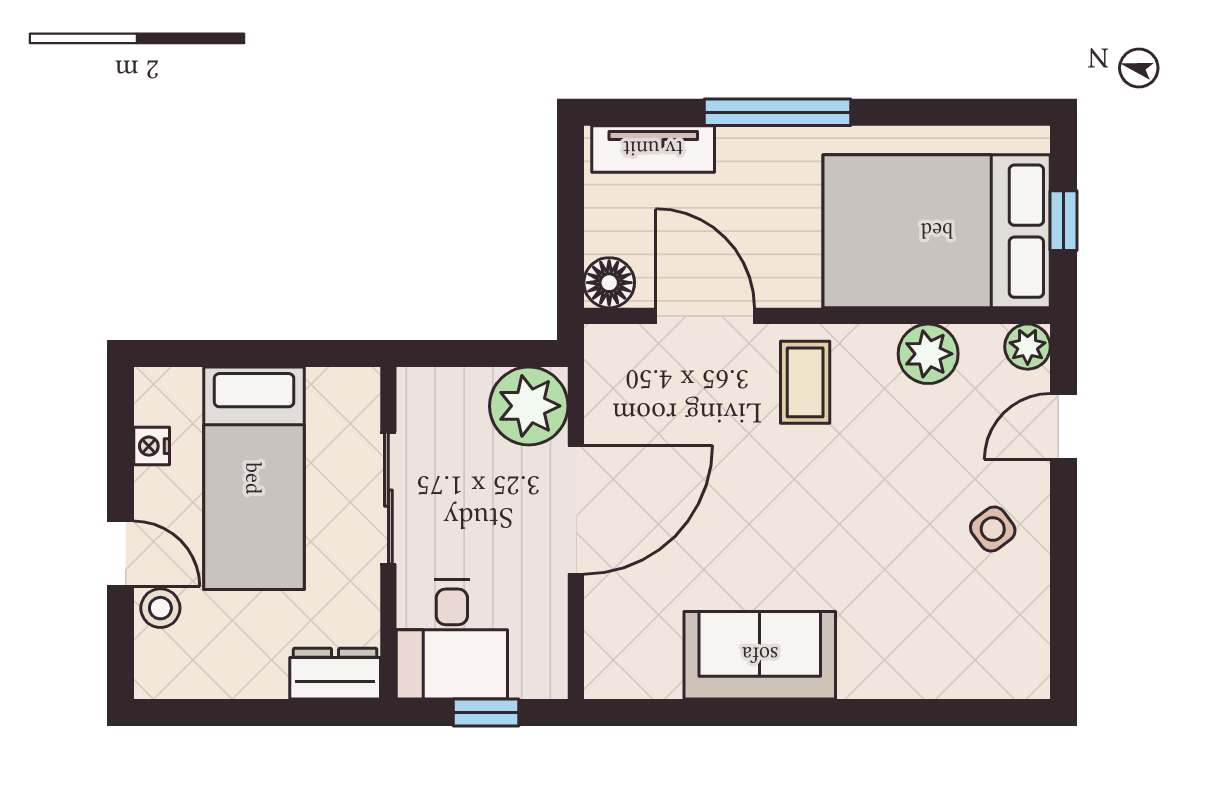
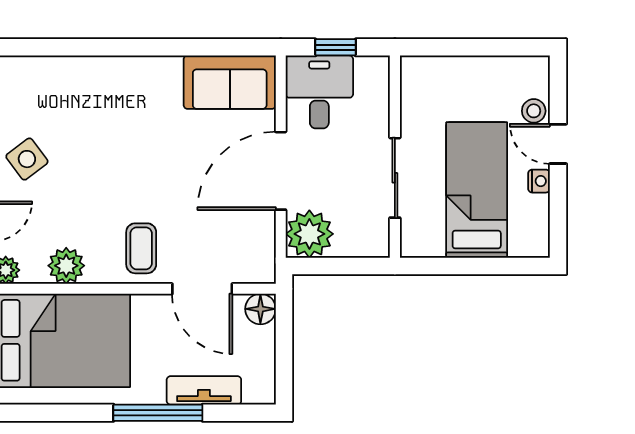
tv unit: (653, 149) -> (204, 390), moved
nightstand: (152, 446) -> (539, 181), moved
side table: (993, 529) -> (27, 159), width x1.37, depth x1.37
desk: (452, 639) -> (319, 92), moved
sofa: (760, 655) -> (230, 82), moved
dresser: (335, 674) -> (427, 71), removed

